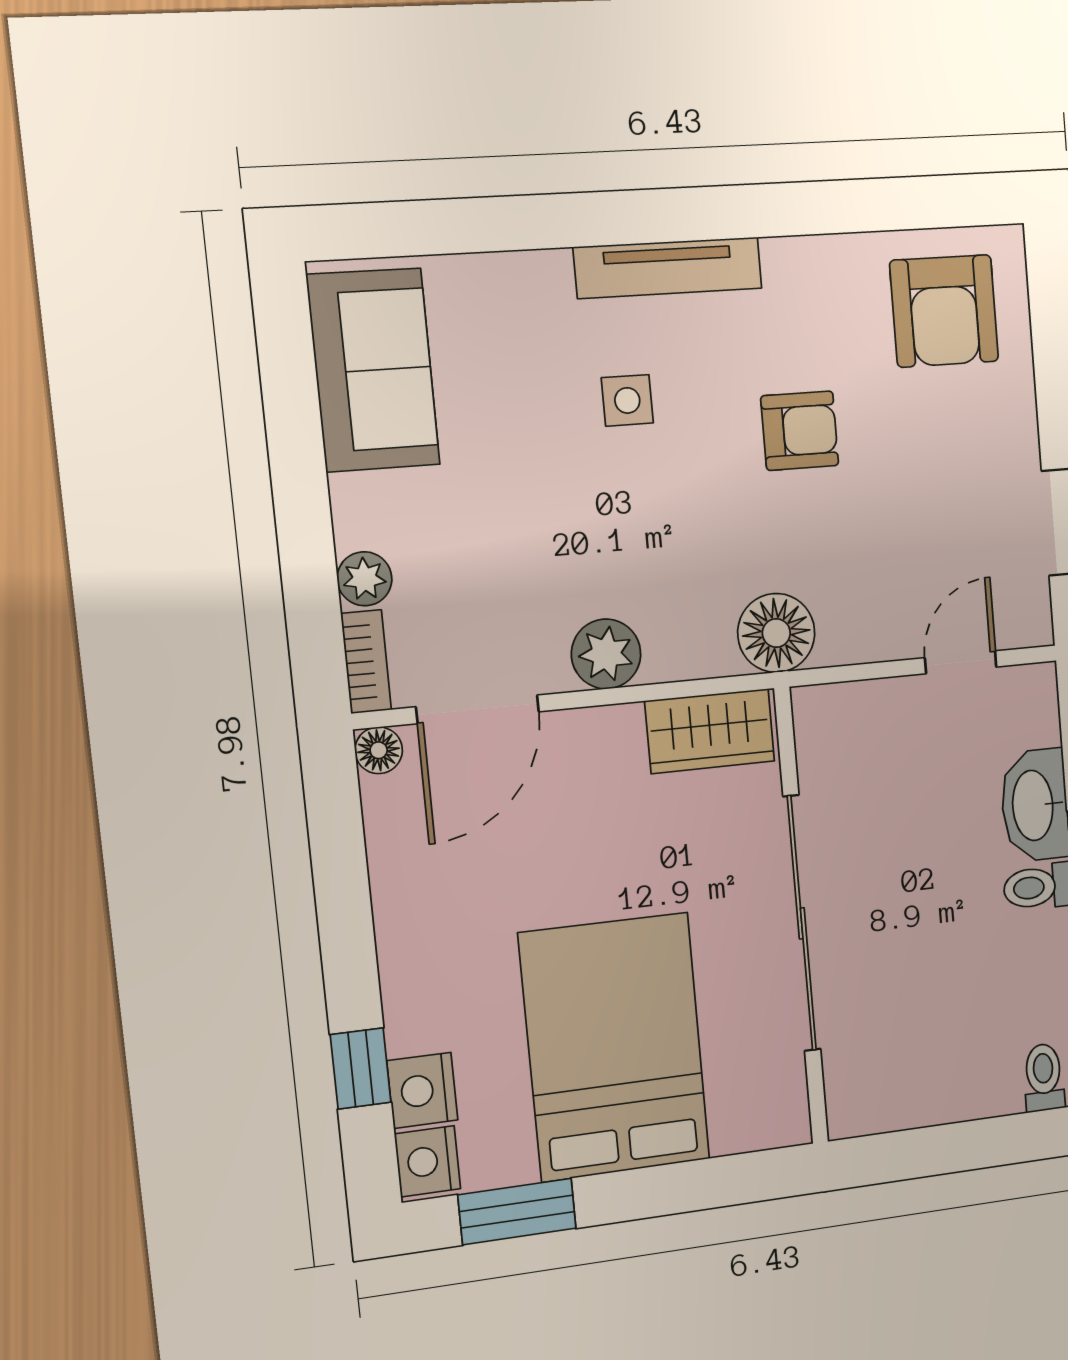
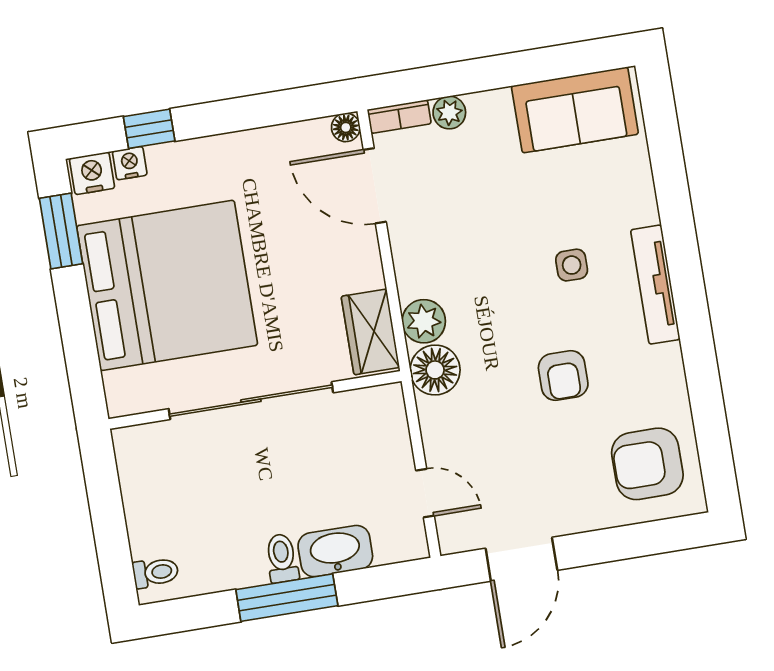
plant: (606, 654) -> (424, 321), moved
bed: (615, 1047) -> (167, 285), width x1.36
nightstand: (422, 1090) -> (130, 163), width x0.72, depth x0.74

